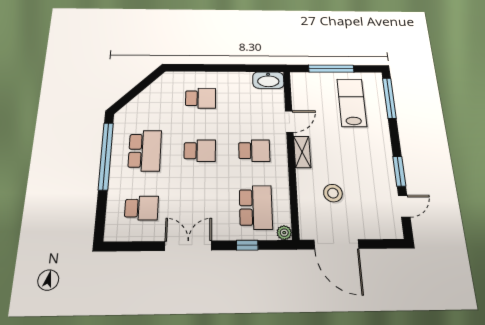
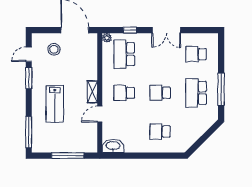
lab bench: (352, 103) -> (55, 104), moved
window: (106, 156) -> (221, 89), width x0.68
stool: (333, 193) -> (54, 49), moved

